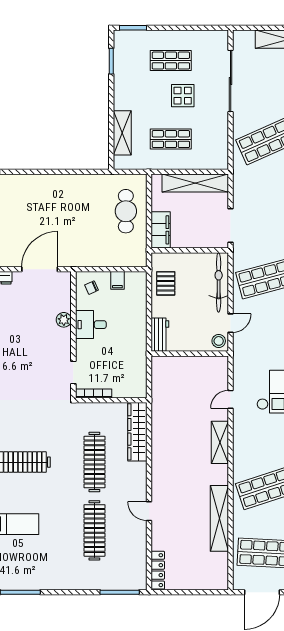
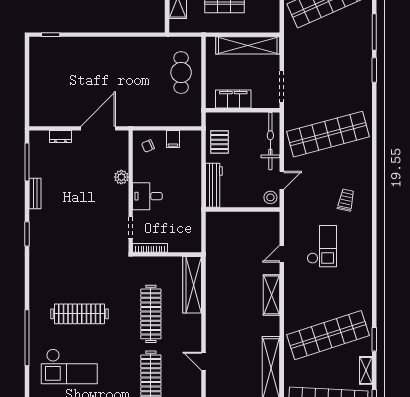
filing cabinet: (161, 230) -> (233, 99), moved, turned -90
desk: (91, 325) -> (147, 196), moved
workbench: (160, 335) -> (214, 185), width x1.38

